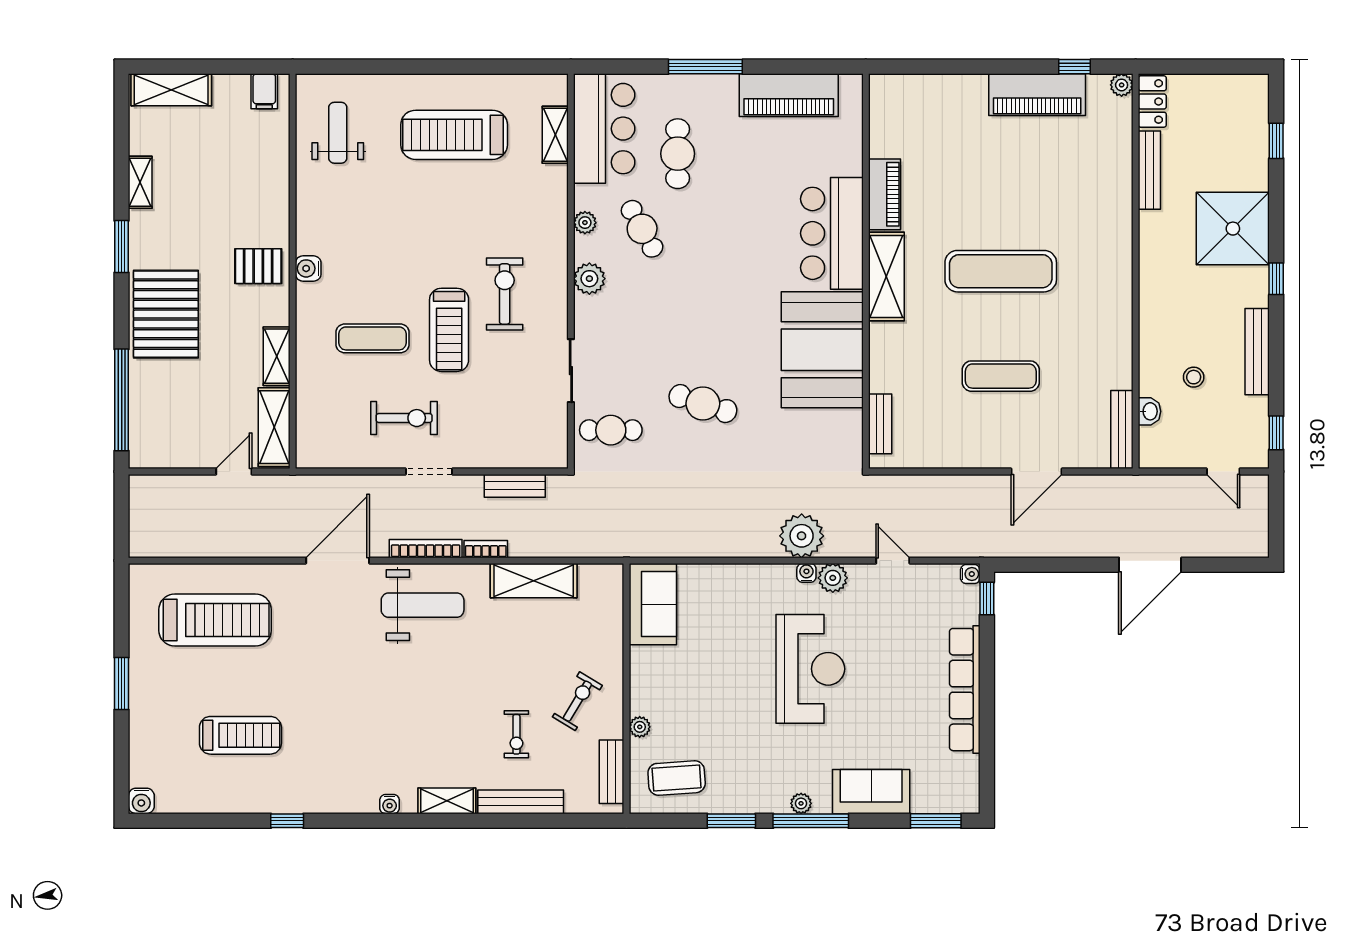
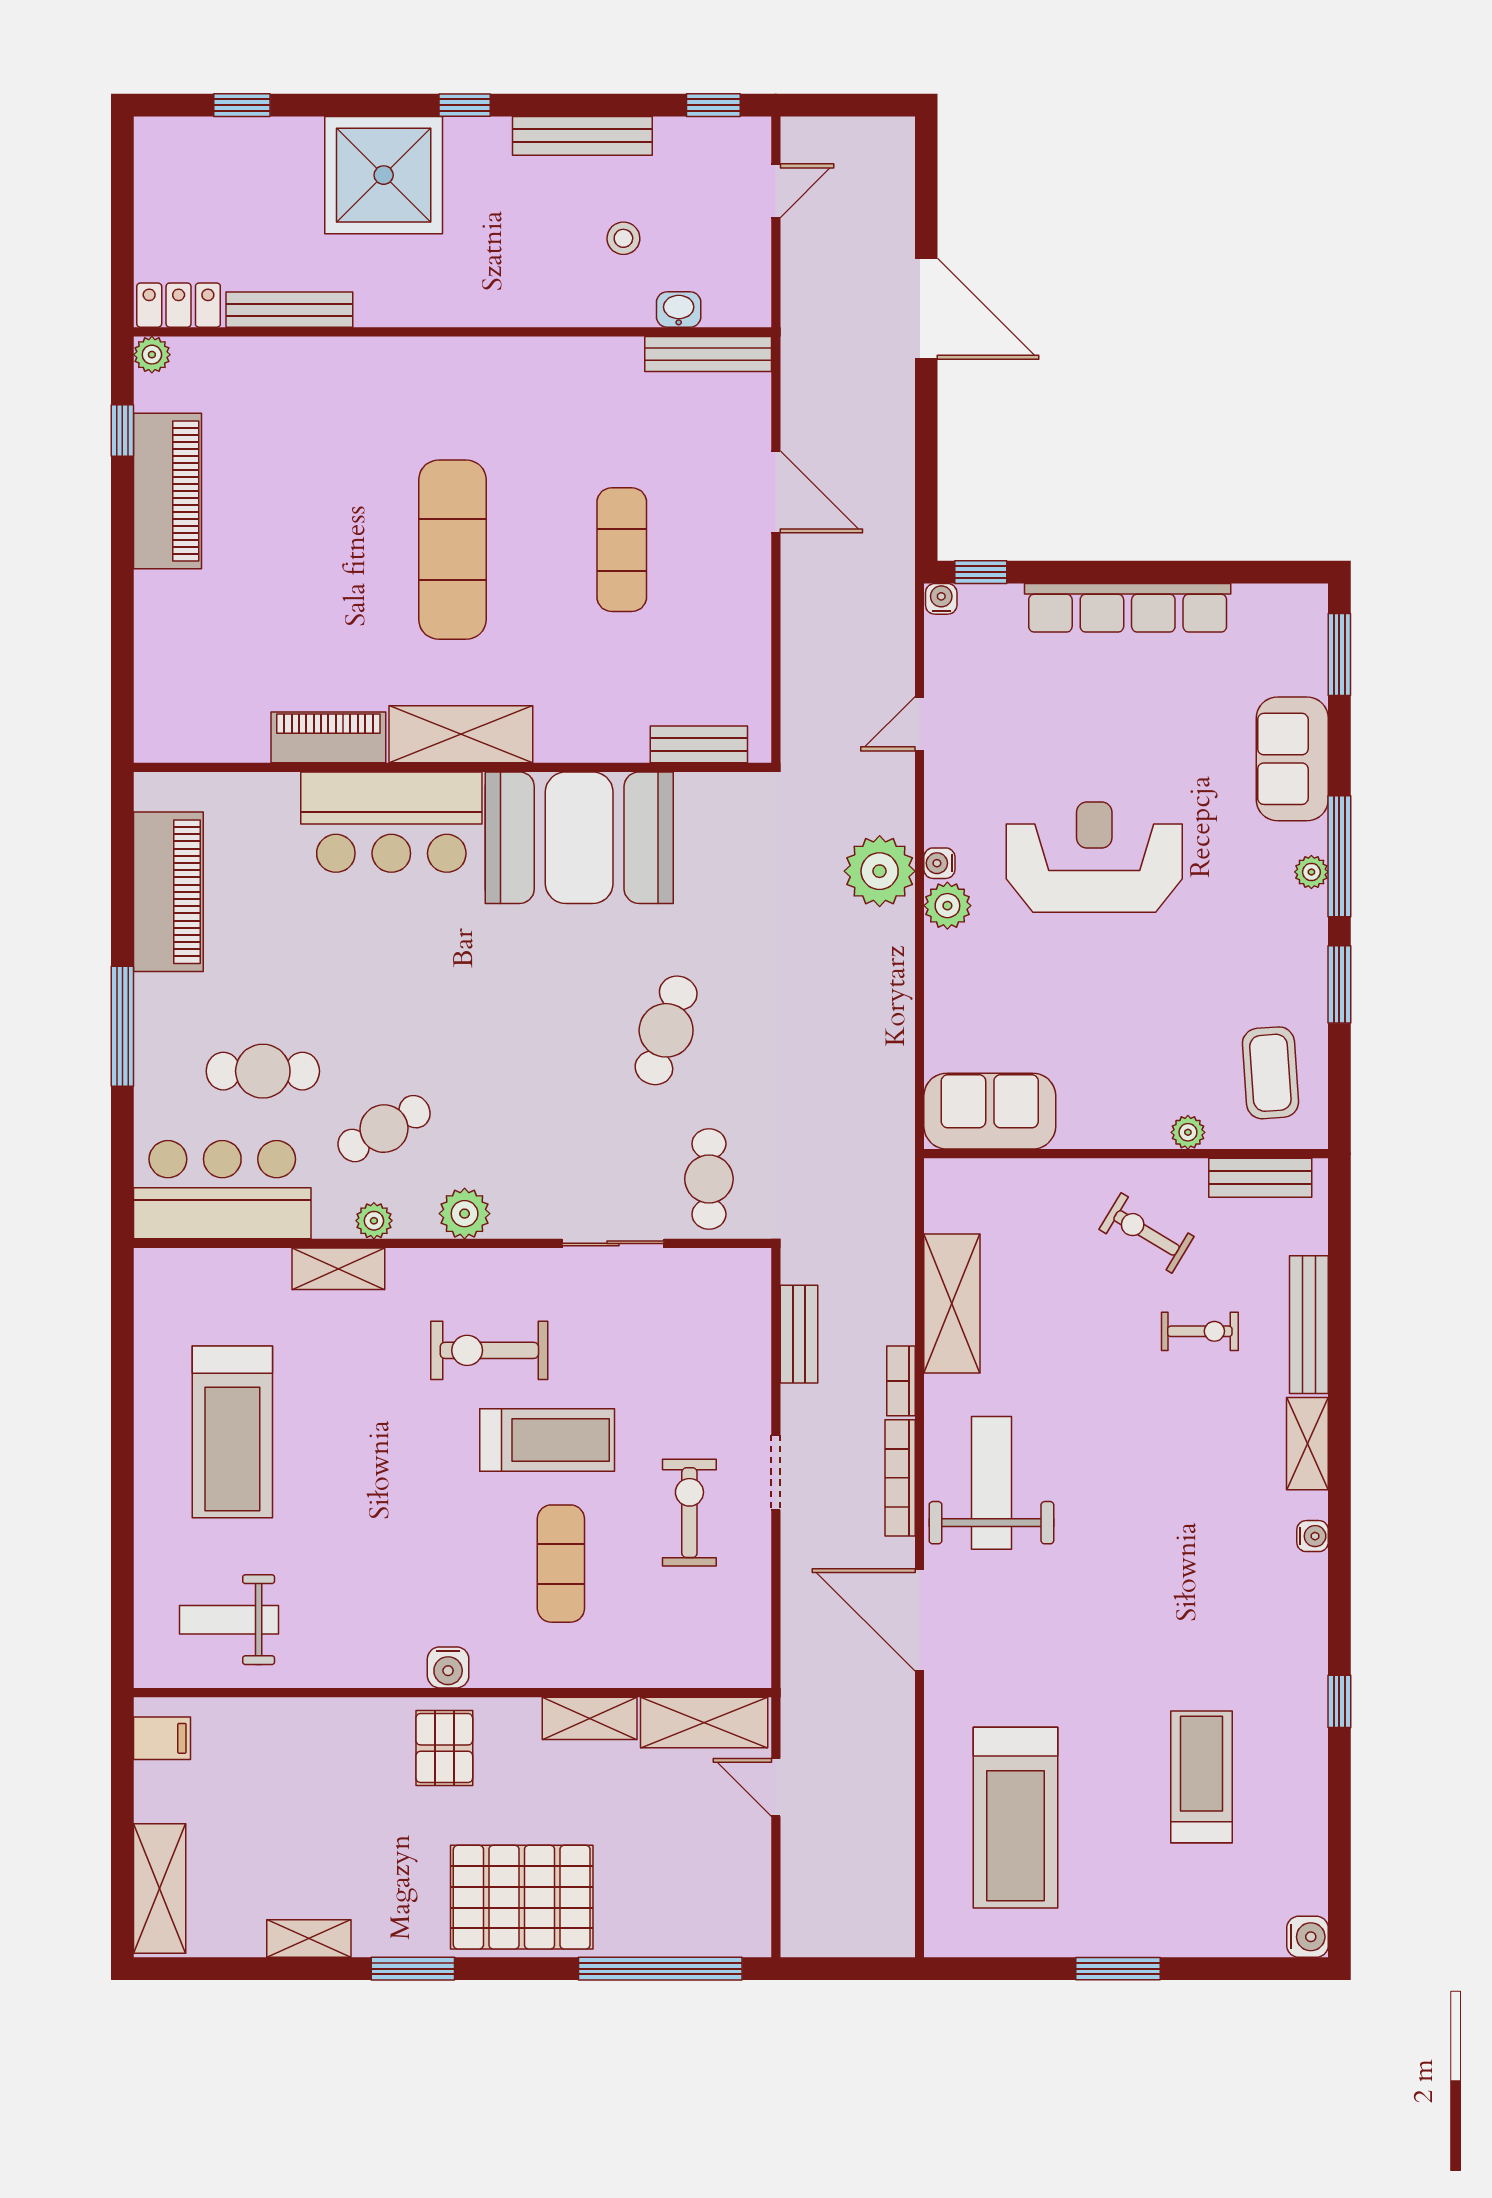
shelving: (555, 135) -> (338, 1269), moved
plant: (833, 578) -> (947, 906), moved
treadmill: (215, 620) -> (1015, 1818), turned 180

